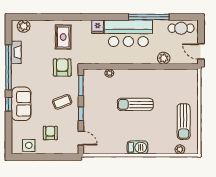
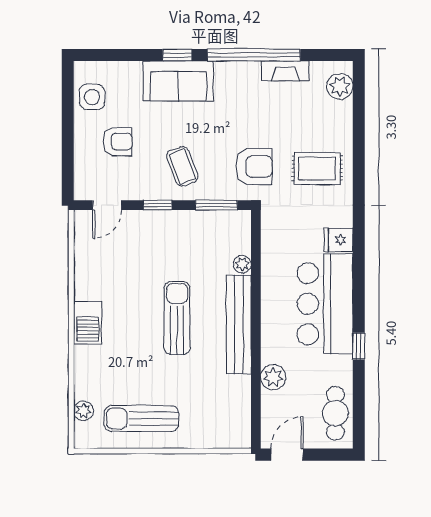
window: (149, 17) -> (359, 346), width x0.32
bench: (138, 75) -> (239, 324), added

